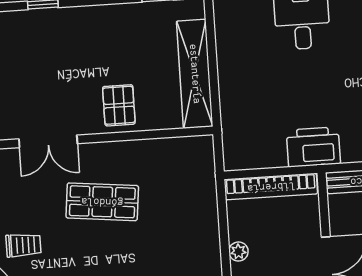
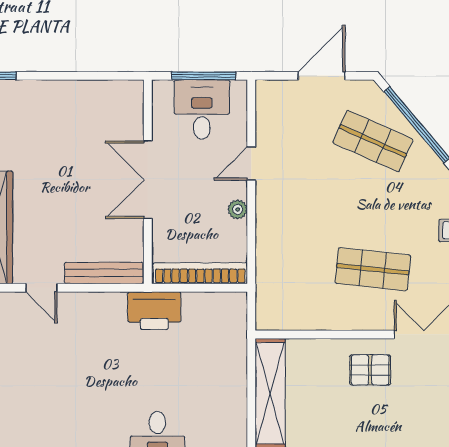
pallet: (119, 105) -> (370, 370), moved, turned 90

